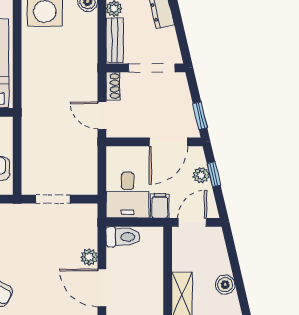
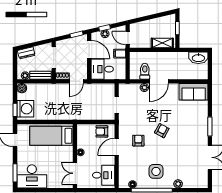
desk: (128, 195) -> (102, 69), moved, turned 180
toilet: (123, 237) -> (145, 71), moved
boiler: (225, 285) -> (158, 22), removed

